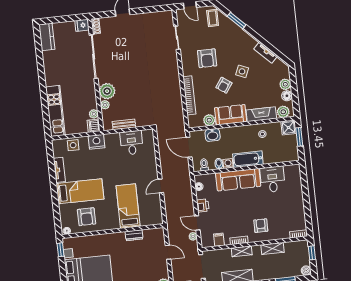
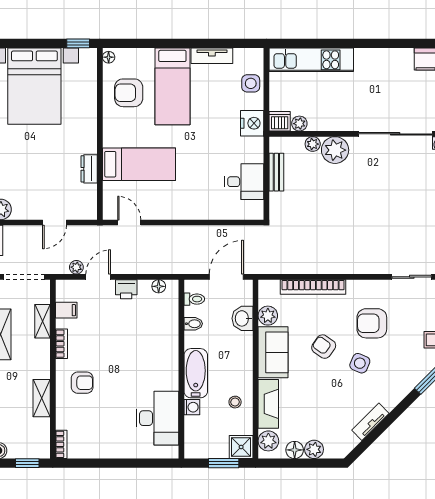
side table: (242, 71) -> (360, 363), moved
washing machine: (228, 164) -> (192, 407), moved
desk: (273, 179) -> (157, 418), width x1.37
sofa: (238, 180) -> (163, 353), removed
door: (161, 186) -> (129, 223), moved
shelving: (242, 251) -> (42, 321), moved

